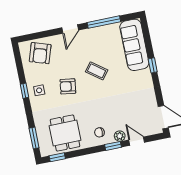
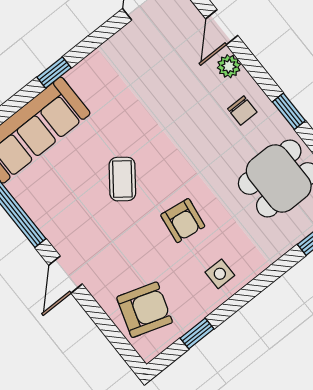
door: (70, 29) -> (66, 275), swing flipped
window: (25, 91) -> (197, 334), moved
window: (113, 146) -> (289, 111), moved

